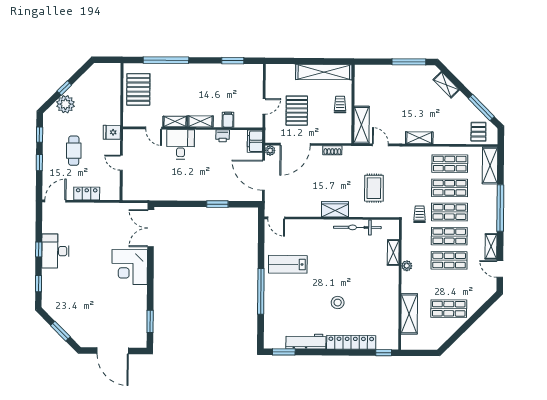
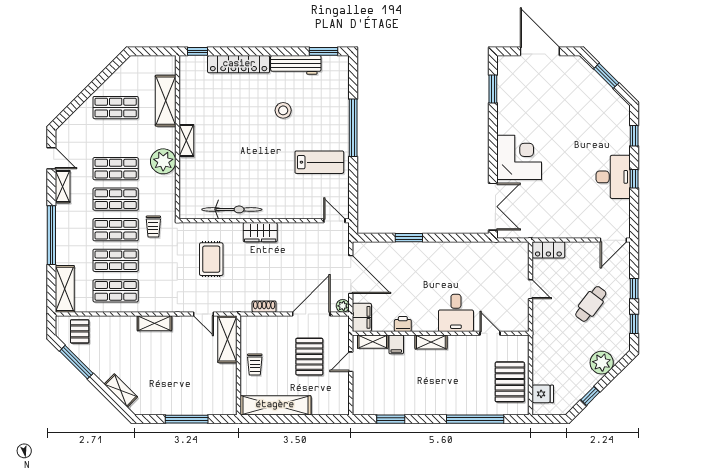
window: (409, 62) -> (187, 419), moved
window: (64, 88) -> (590, 396), moved
shelving: (175, 122) -> (373, 342), moved
fridge: (112, 132) -> (543, 394), moved
cafe table: (74, 151) -> (591, 304), turned 37
locker: (87, 194) -> (548, 250), moved
shelving: (393, 253) -> (186, 140), moved
plant: (407, 266) -> (163, 161), width x1.87, depth x1.87
stool: (338, 303) -> (283, 110), moved

